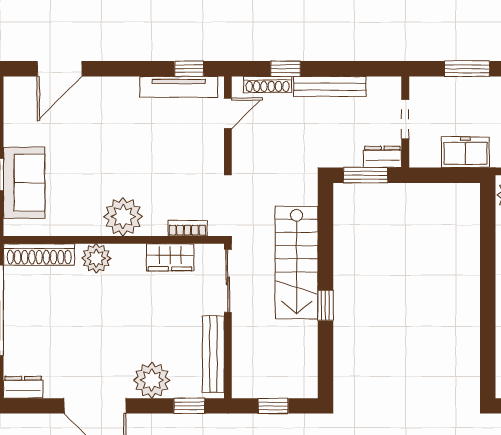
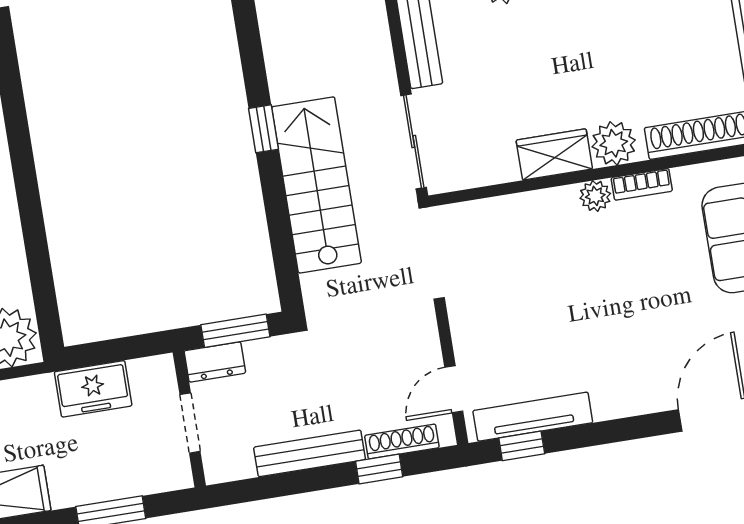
plant: (123, 217) -> (595, 196), width x0.53, depth x0.53
bookcase: (188, 228) -> (642, 184), moved
wardrobe: (170, 257) -> (554, 154), moved

